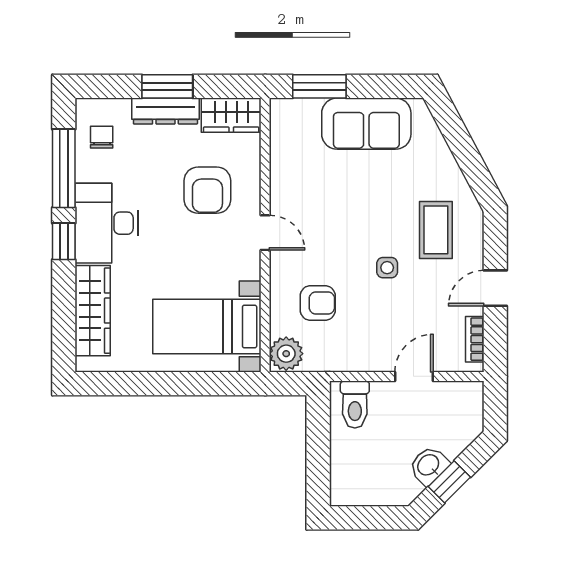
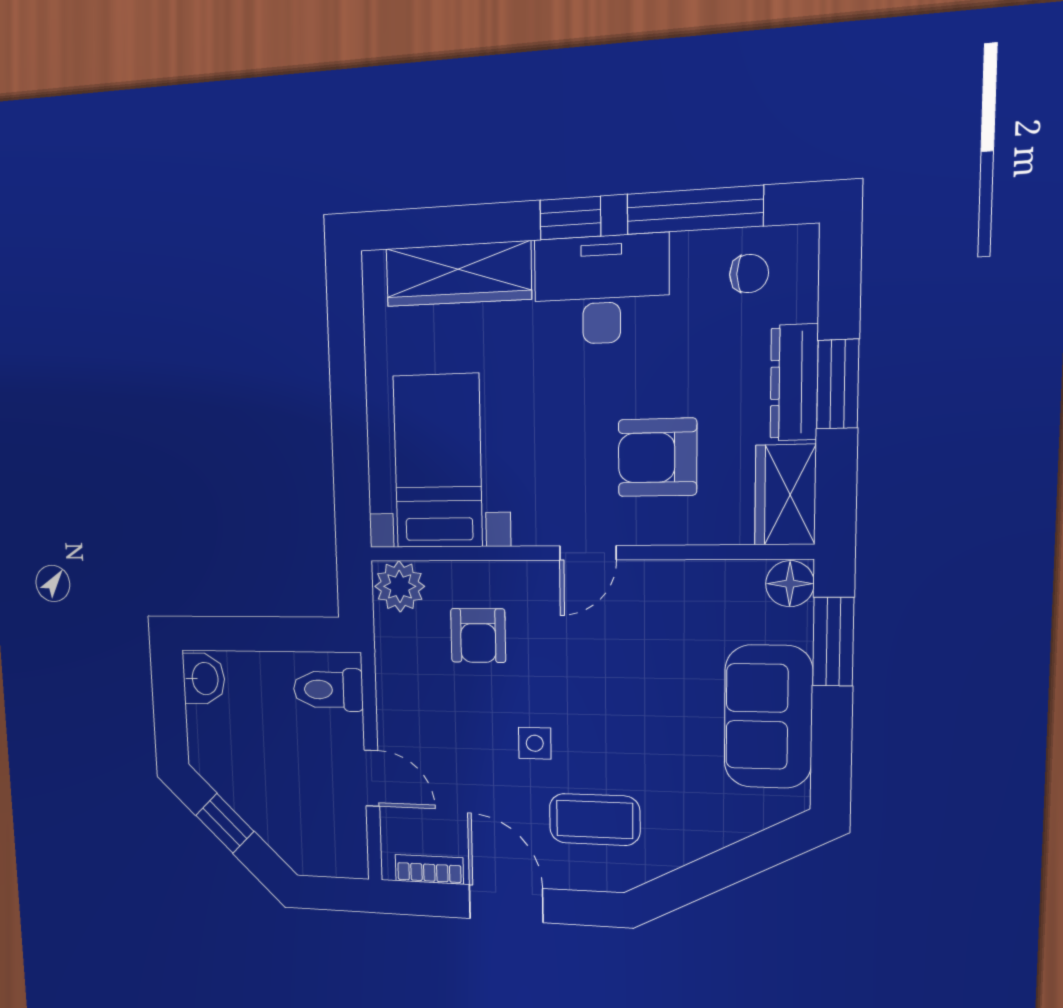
floor lamp: (284, 112) -> (790, 584), added
door: (495, 288) -> (506, 904), width x1.37
washbasin: (429, 465) -> (204, 679), moved, turned 45

